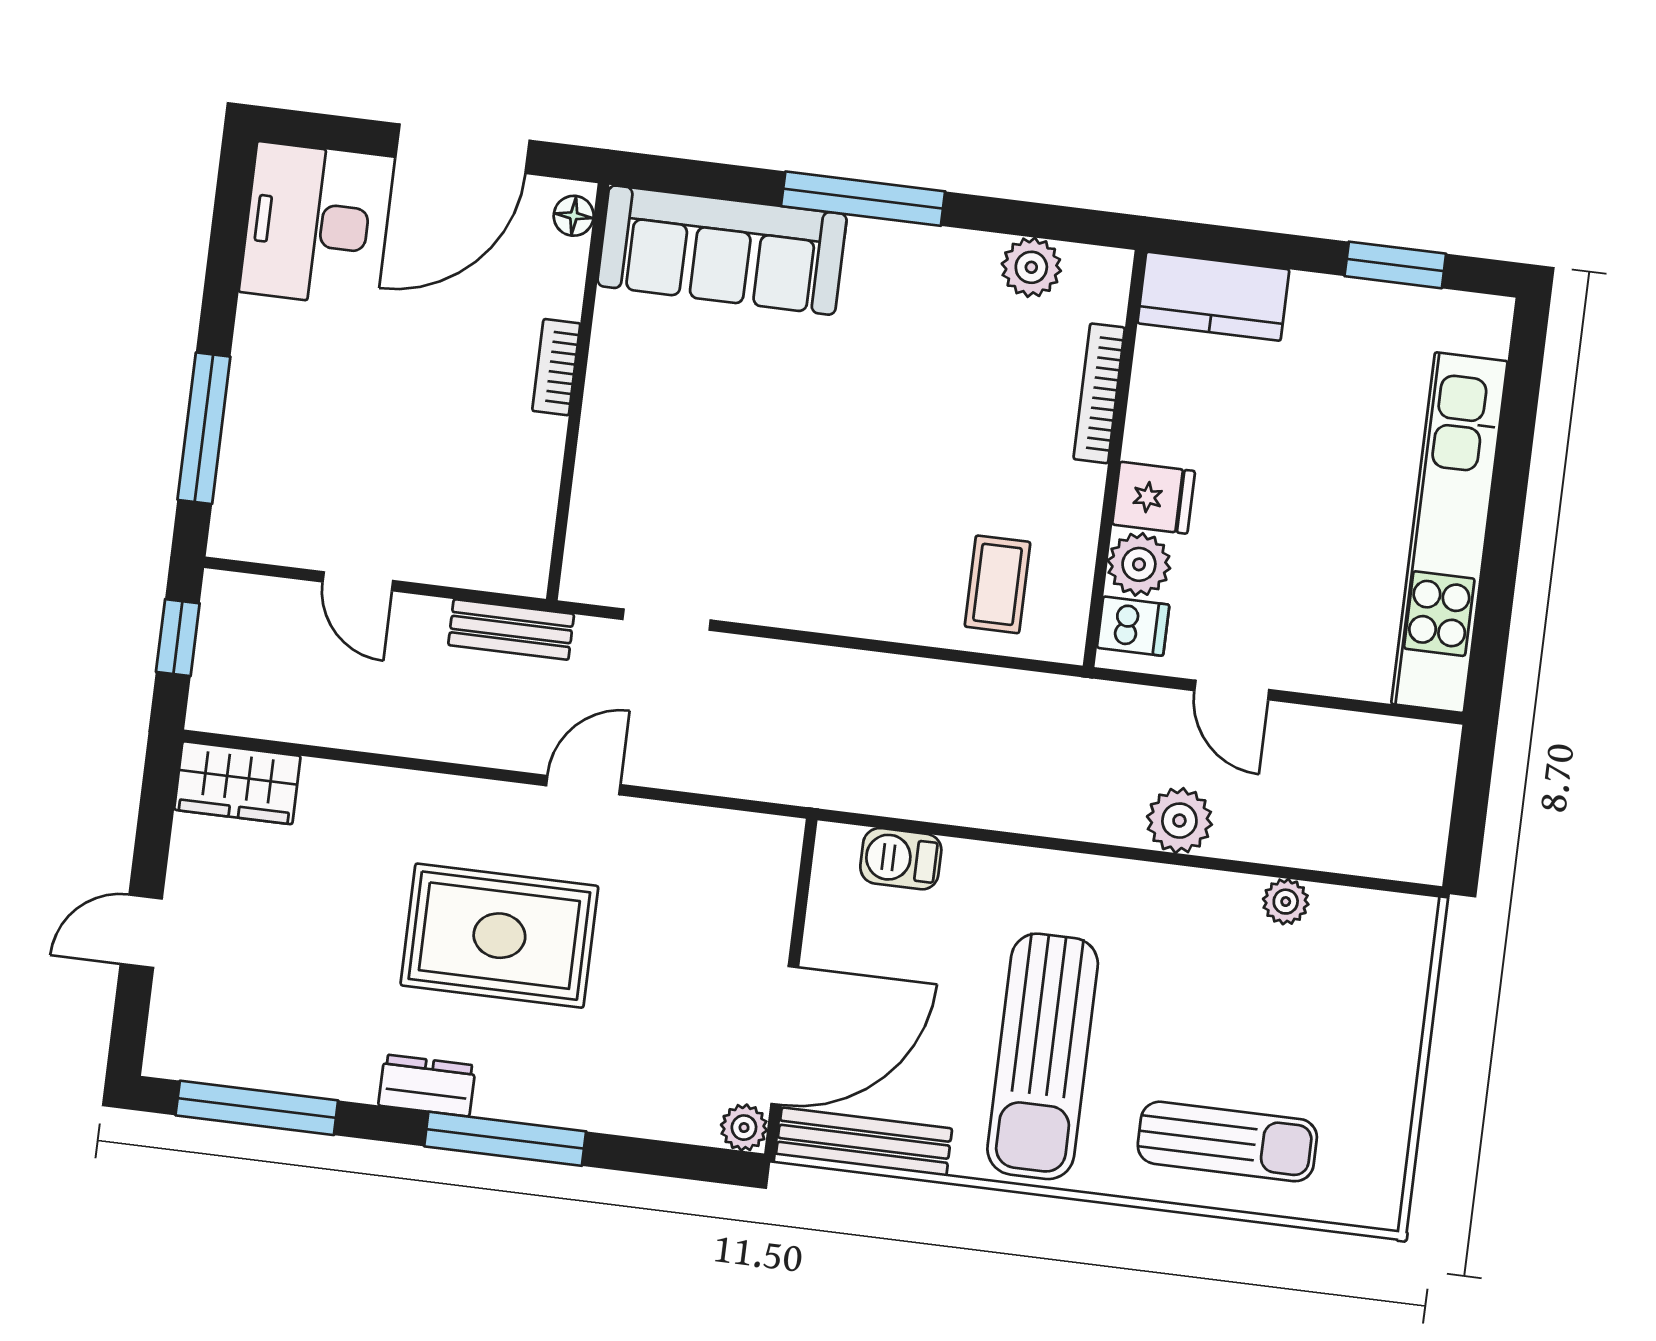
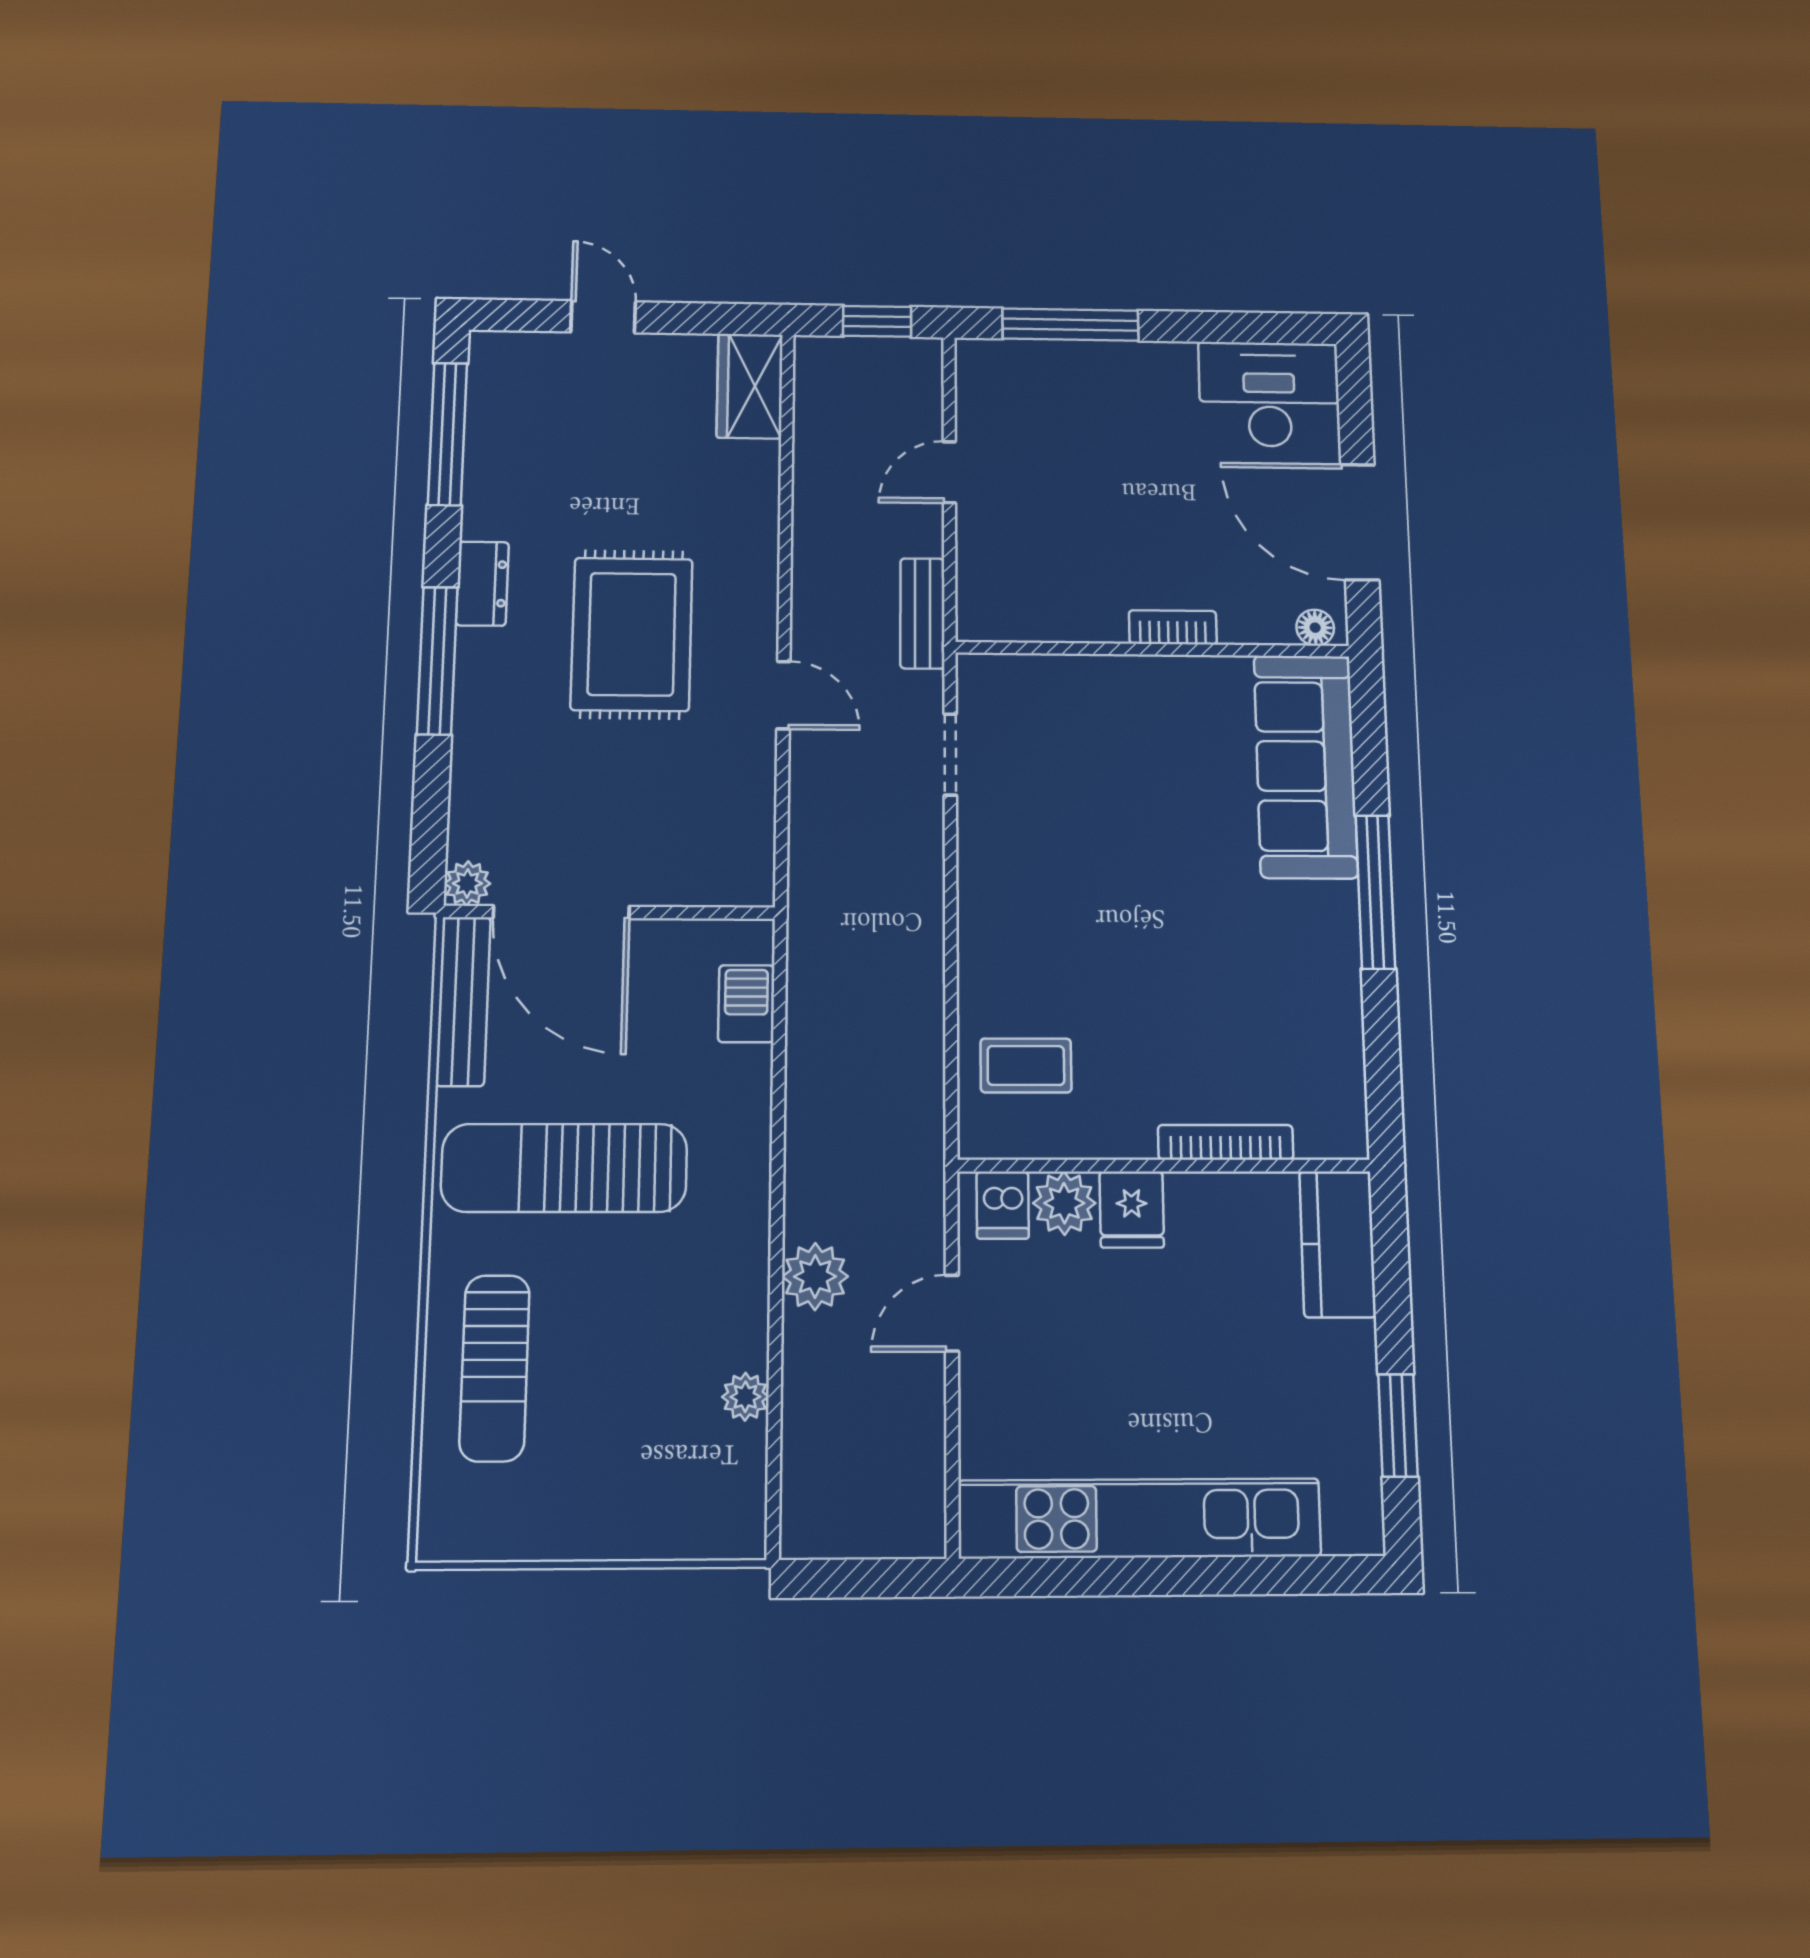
plant: (1031, 267) -> (1337, 1061), removed

